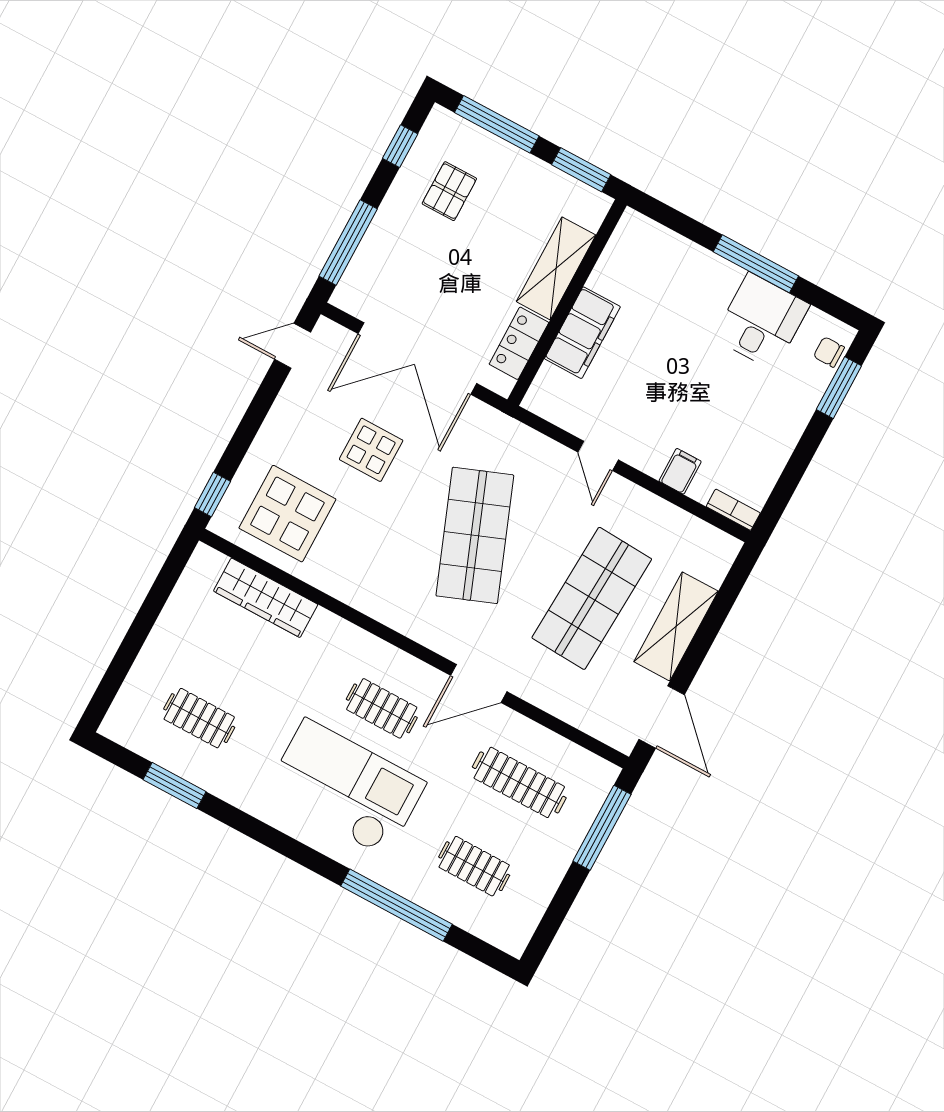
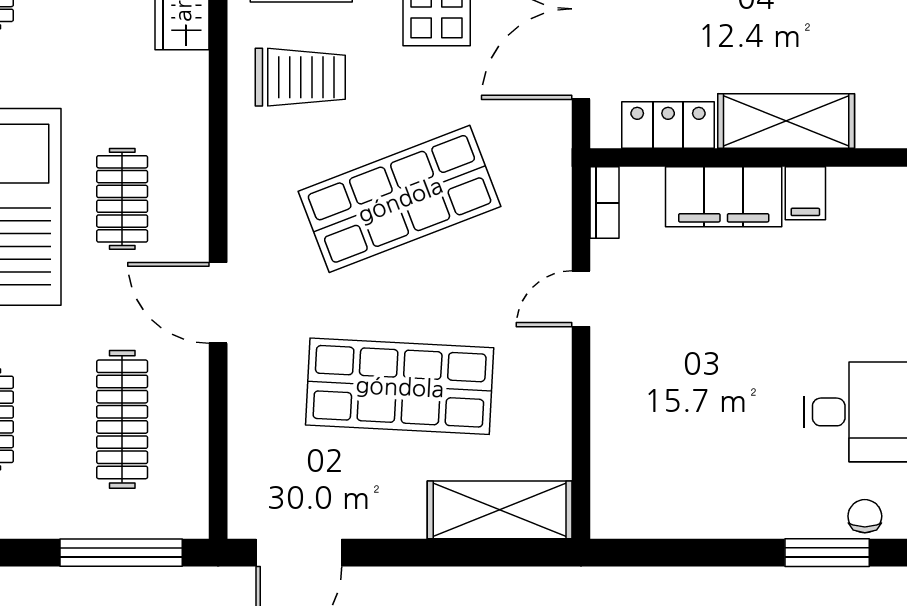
filing cabinet: (680, 471) -> (805, 193), moved, turned 90
bookcase: (733, 510) -> (605, 203), moved
trolley: (366, 557) -> (300, 77), added
shelving: (676, 626) -> (500, 510), moved

